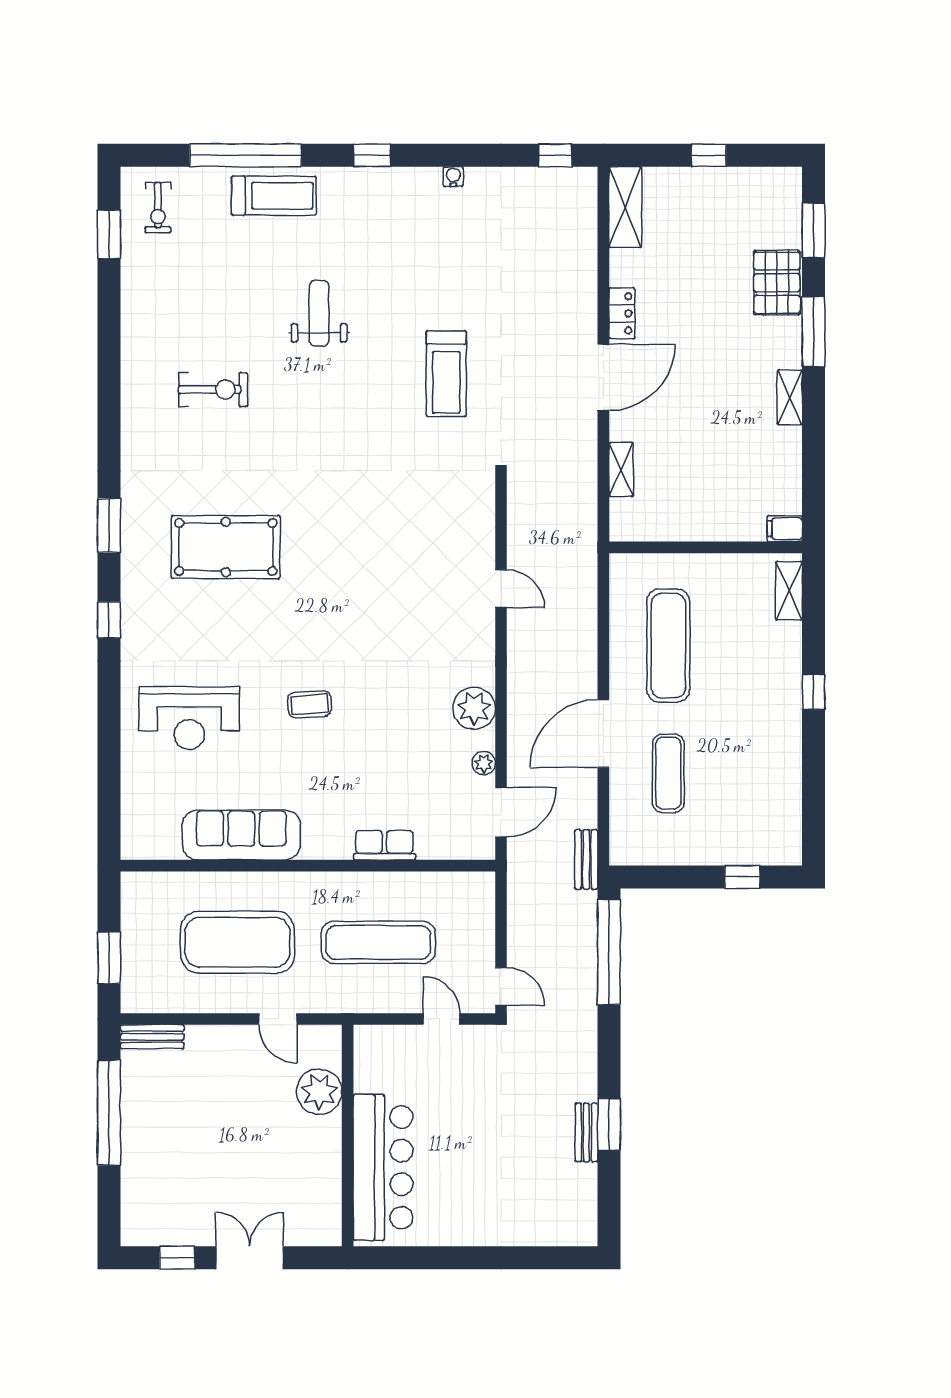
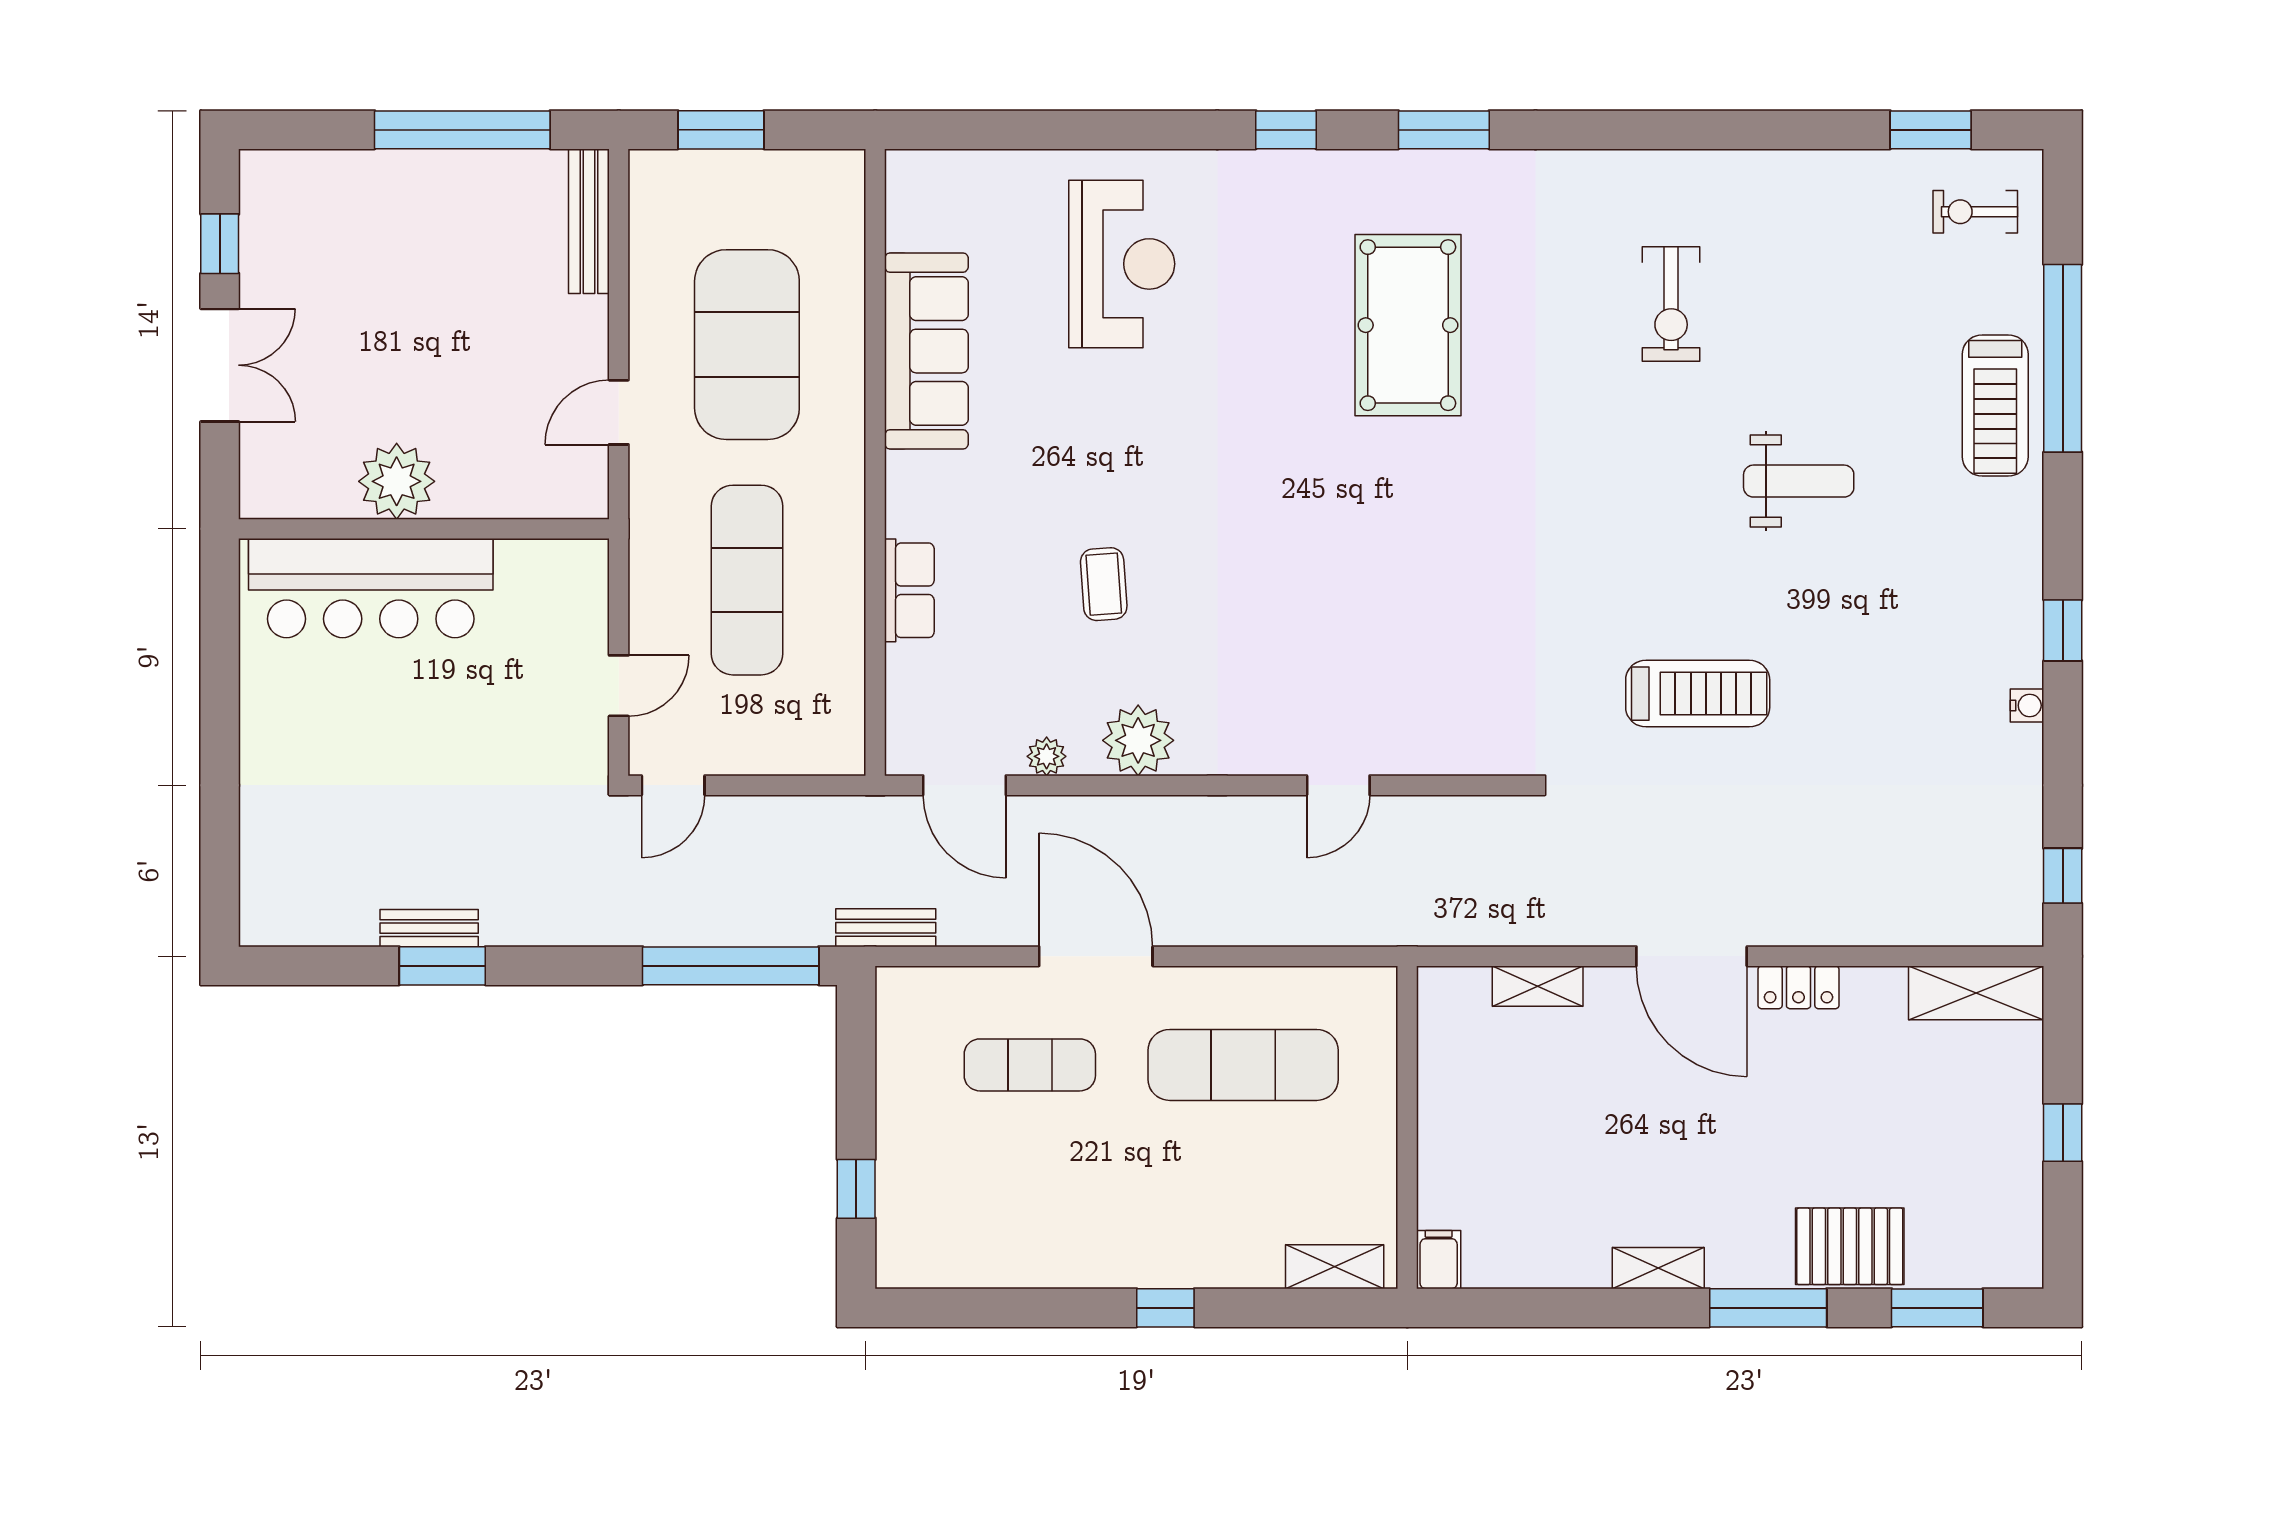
window: (372, 155) -> (2063, 630), moved
treadmill: (446, 374) -> (1698, 694), turned 180
coffee table: (309, 704) -> (1104, 584), moved
reception desk: (189, 718) -> (1122, 264), turned 180
bench: (152, 1037) -> (589, 221), width x1.36
plant: (319, 1092) -> (397, 481), moved

